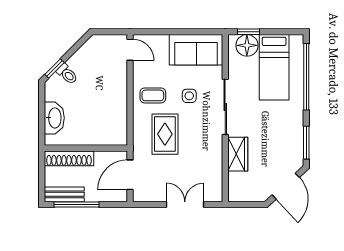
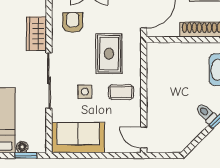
floor lamp: (247, 45) -> (22, 147), width x0.53, depth x0.53
armchair: (201, 165) -> (73, 22), added

